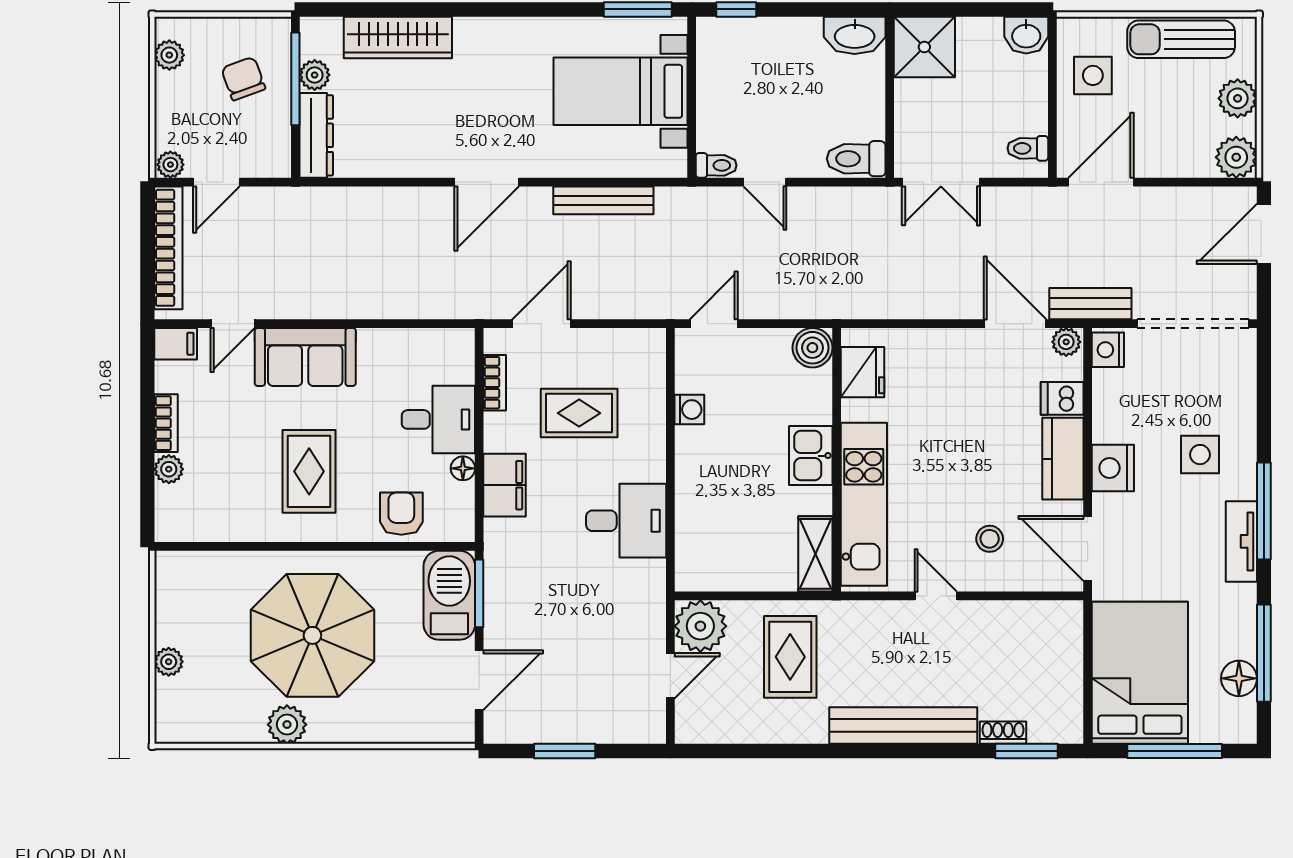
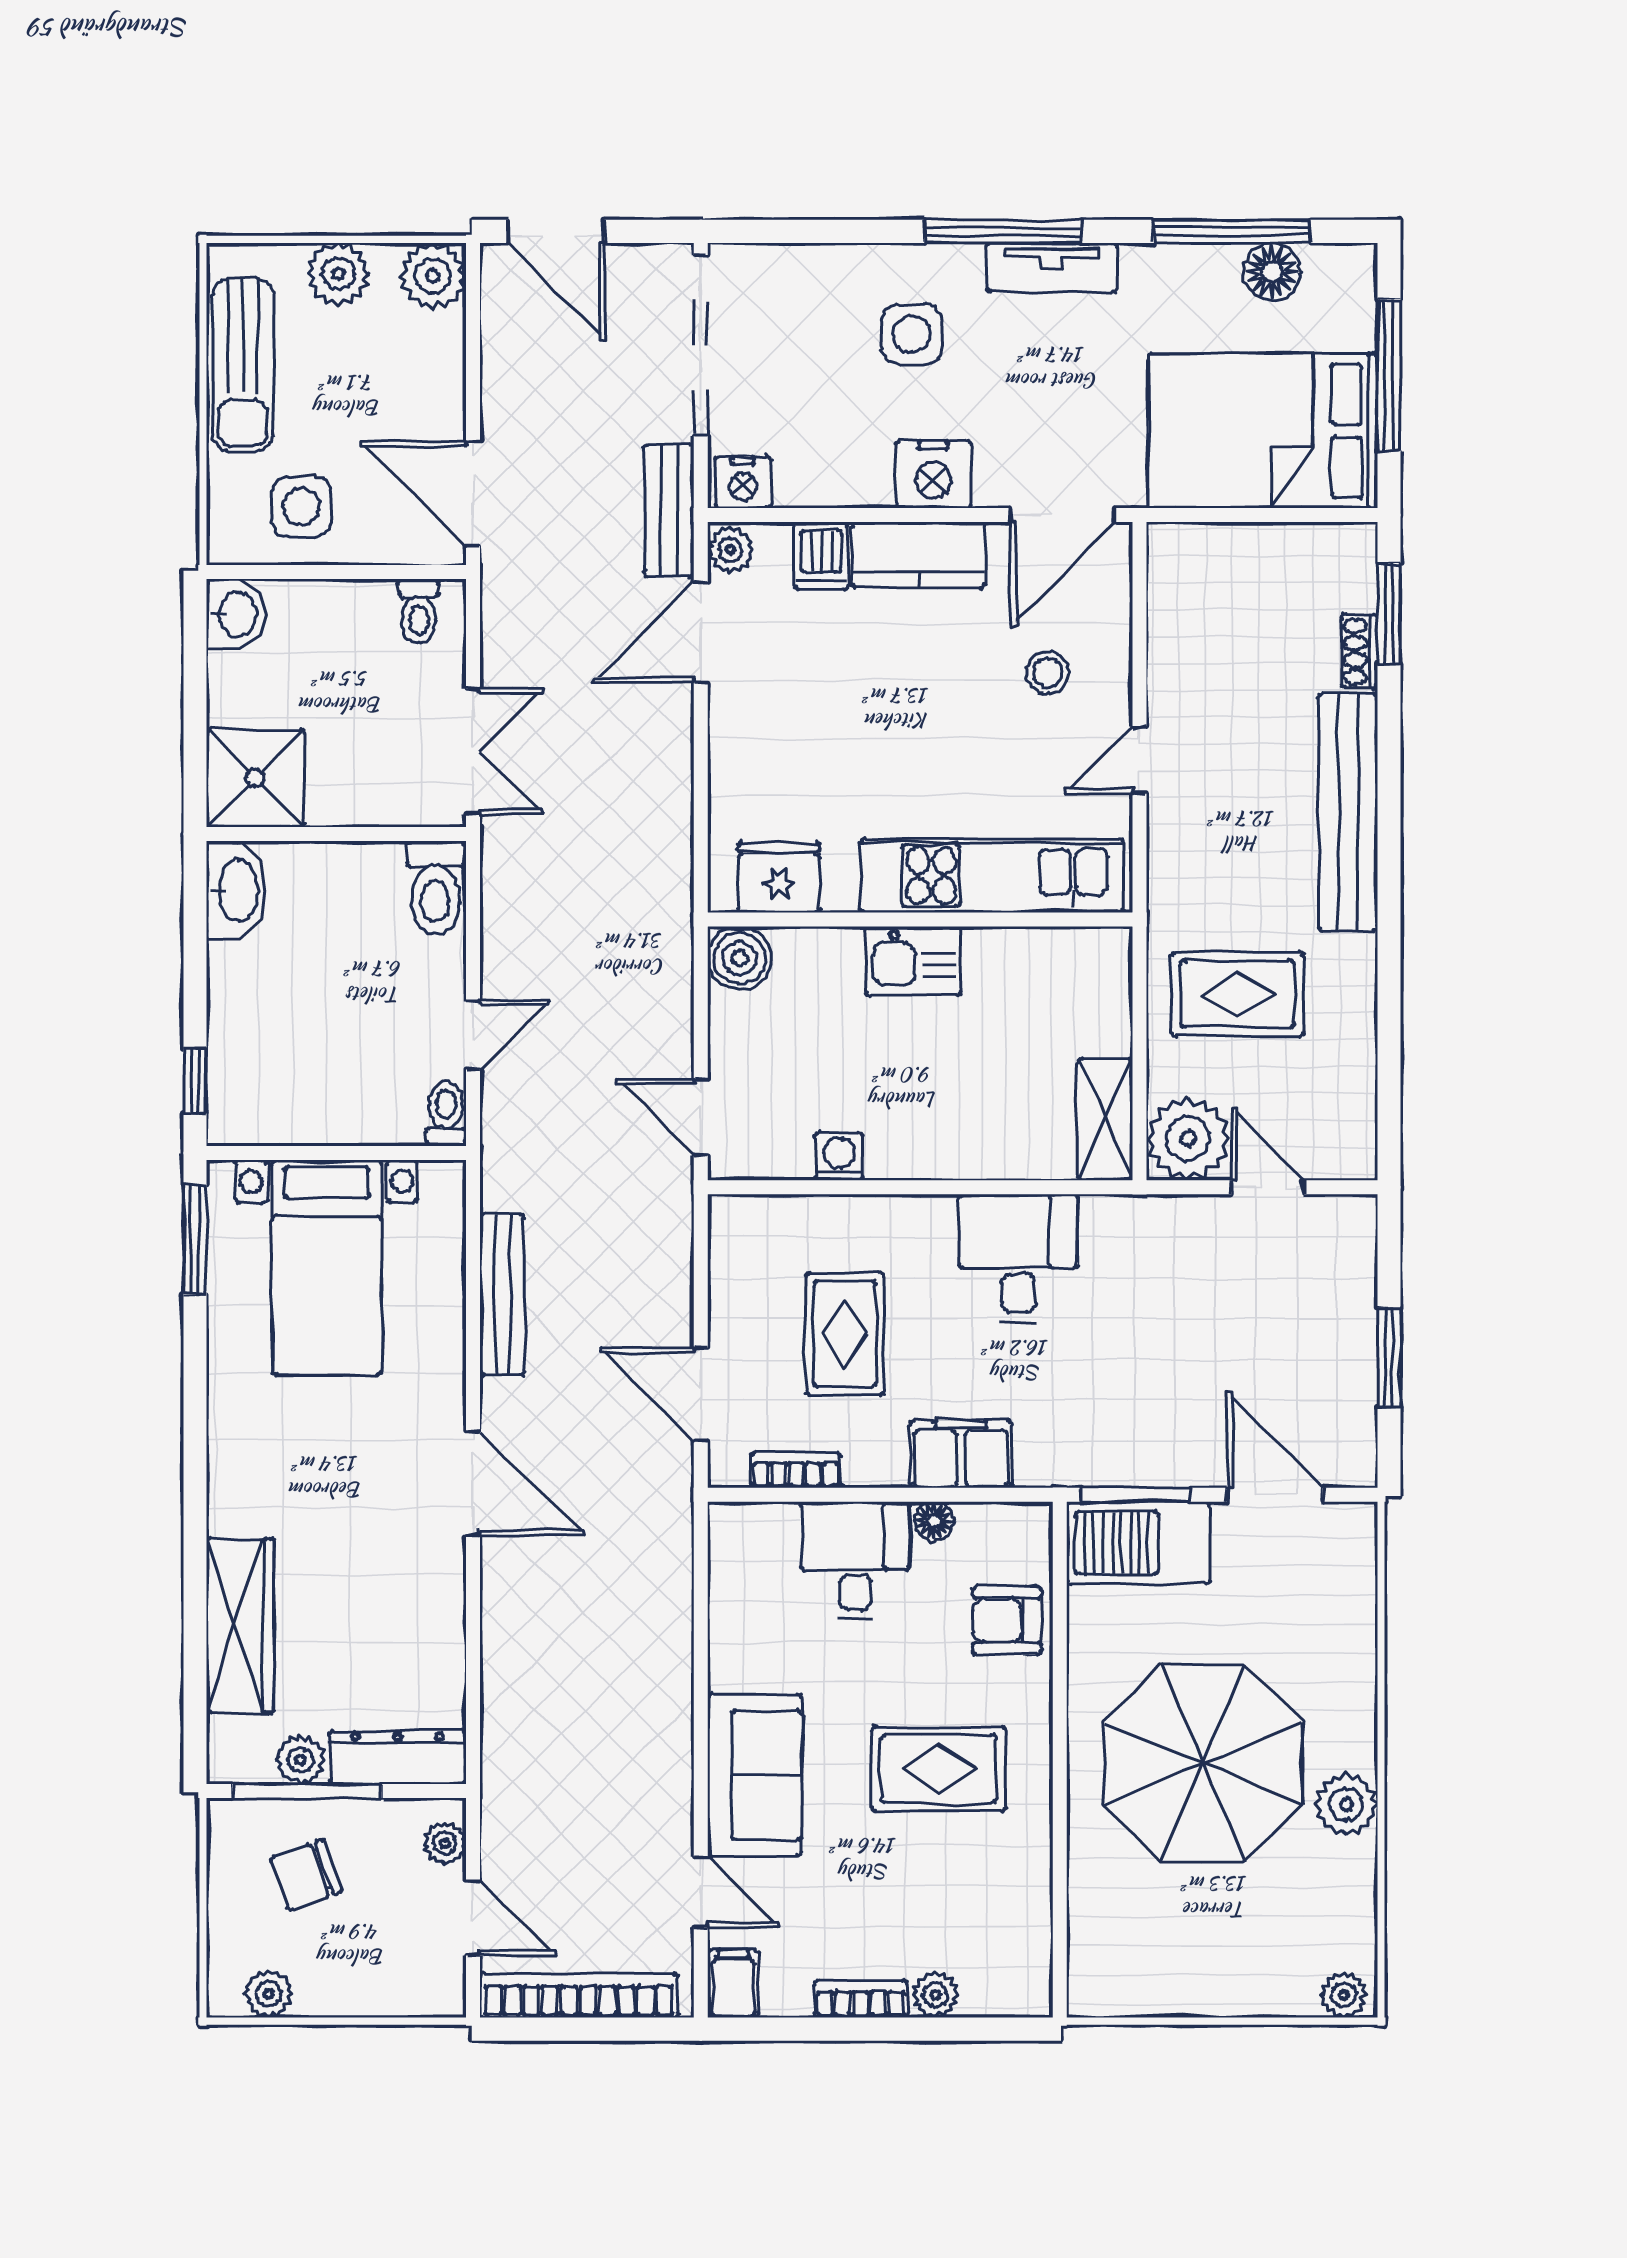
plant: (170, 165) -> (445, 1843), moved
shelving: (815, 554) -> (1105, 1119), moved, turned 90
plant: (169, 662) -> (1344, 1995), moved

